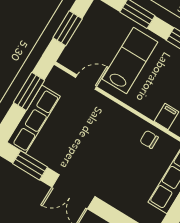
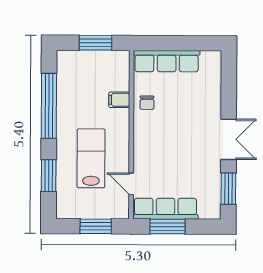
lab bench: (130, 60) -> (91, 158), turned 90
row of seats: (34, 119) -> (166, 209), moved

